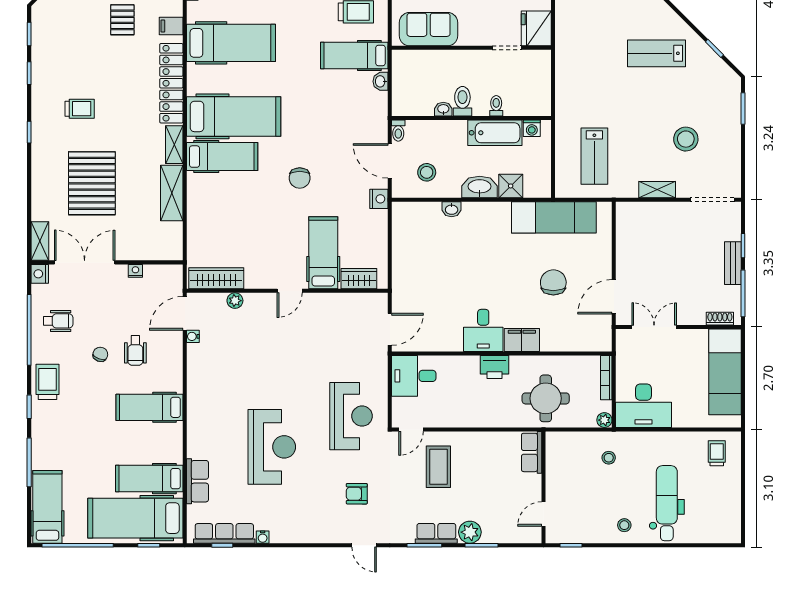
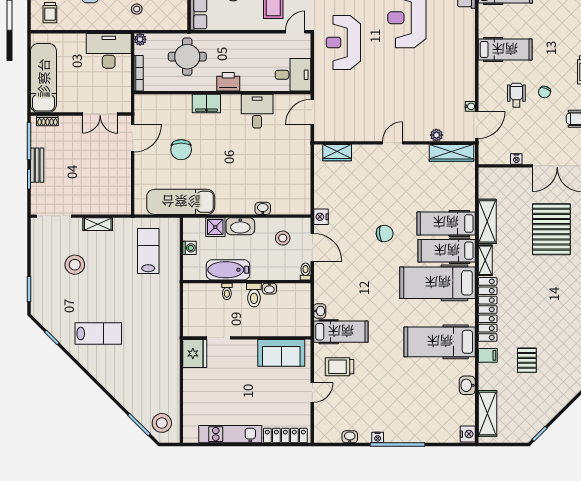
trolley: (80, 109) -> (561, 289), removed
washing machine: (532, 128) -> (189, 248), moved, turned 90
chair: (300, 178) -> (385, 233), turned 84
hospital bed: (323, 253) -> (446, 223), moved, turned 90
desk: (483, 330) -> (257, 111), moved

